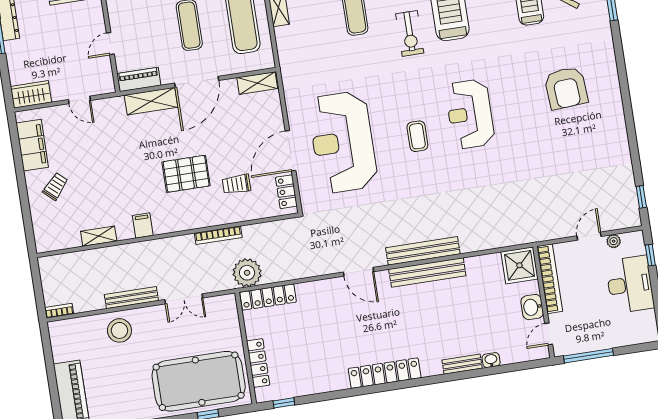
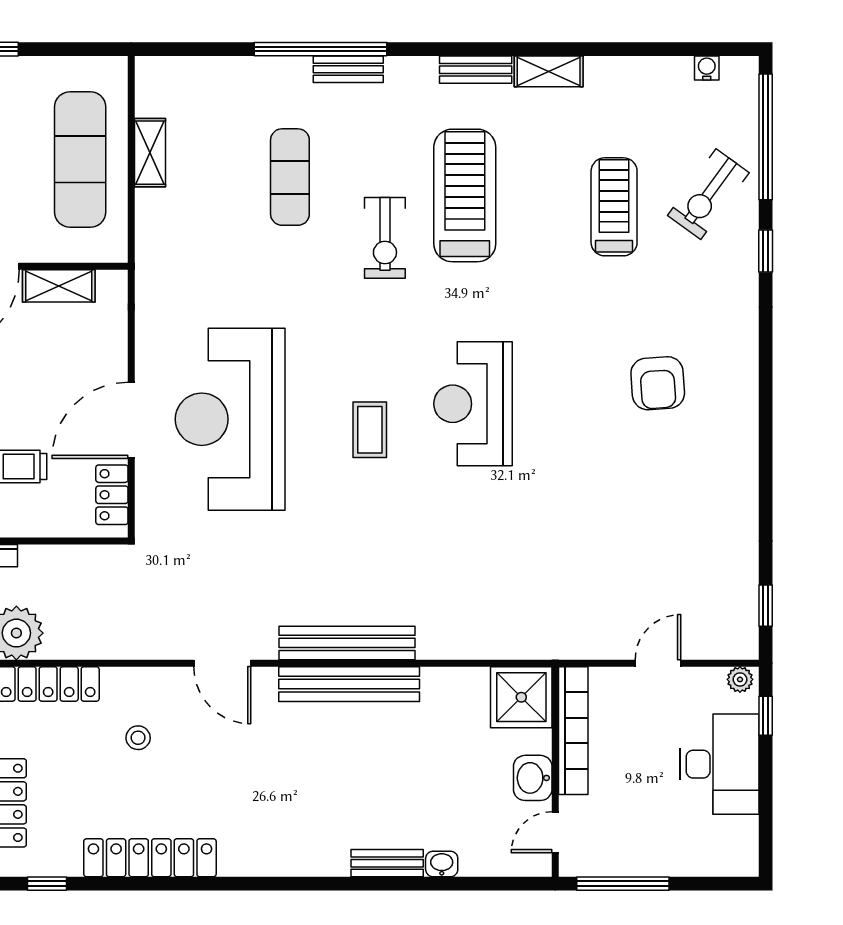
shelving: (257, 83) -> (59, 286), moved
armchair: (566, 88) -> (658, 383), width x0.73, depth x0.73
plant: (614, 241) -> (740, 679), moved
stool: (320, 318) -> (138, 738), added
locker: (385, 373) -> (150, 858), moved

